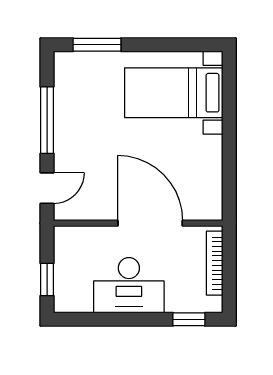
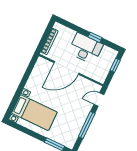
door: (150, 223) -> (67, 68), hinge flipped
window: (189, 319) -> (95, 37), moved

